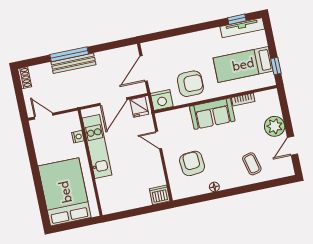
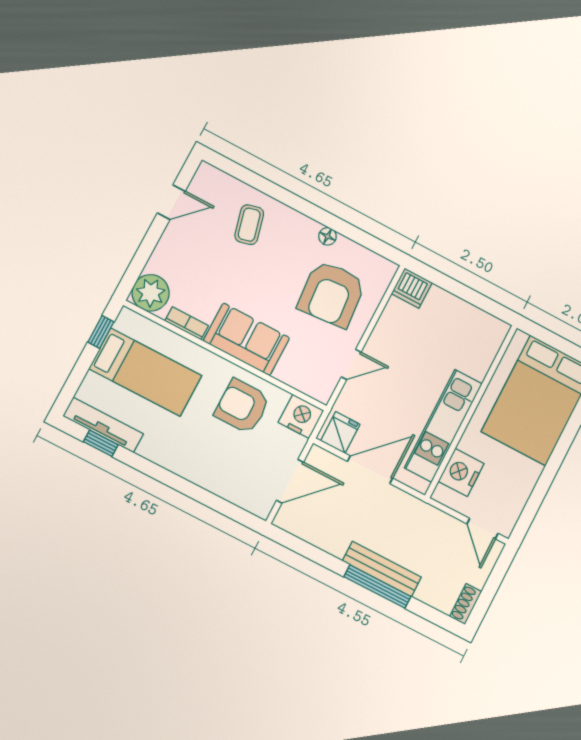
plant: (275, 126) -> (151, 293), moved
nightstand: (78, 137) -> (461, 472), width x1.89, depth x1.79
door: (159, 140) -> (351, 365), hinge flipped
armchair: (192, 163) -> (332, 294), width x1.36, depth x1.36

